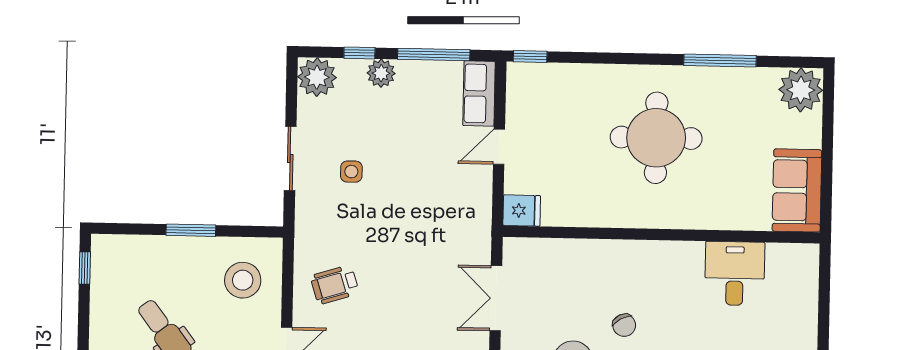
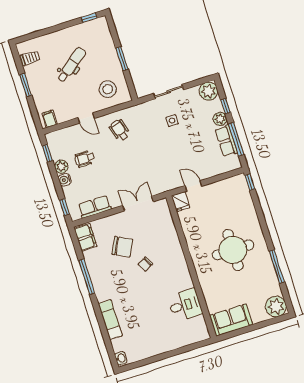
row of seats: (479, 93) -> (226, 141), moved, turned -90
door: (499, 147) -> (193, 186), moved

